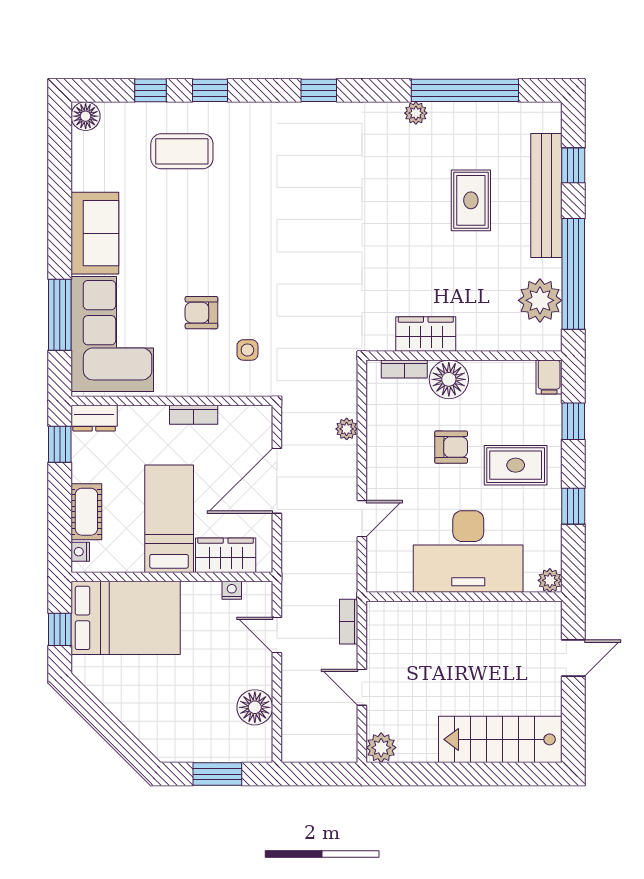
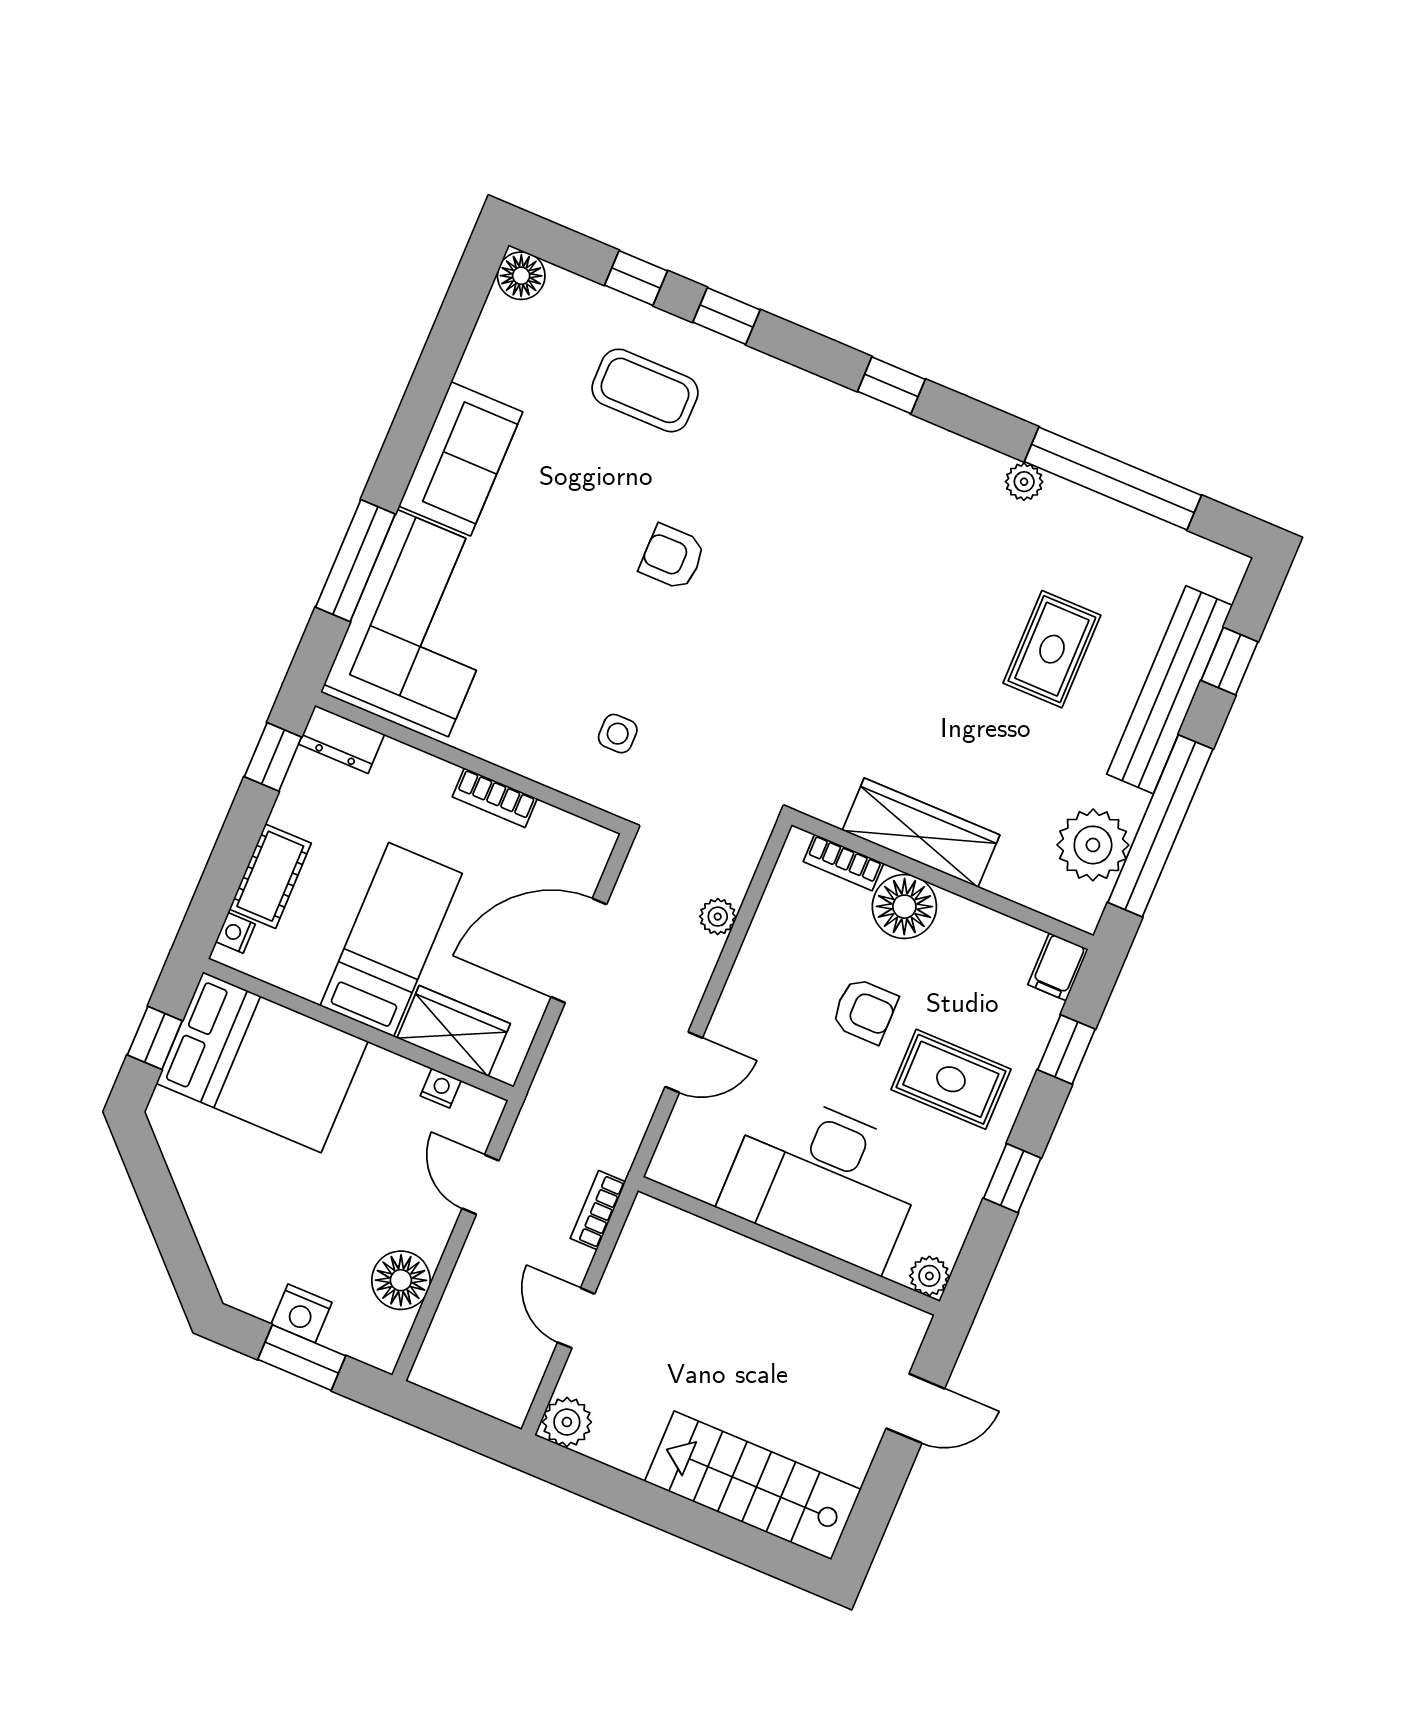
armchair: (201, 313) -> (672, 557), moved
wardrobe: (426, 334) -> (921, 833), width x1.50
nightstand: (207, 749) -> (302, 1313), added

